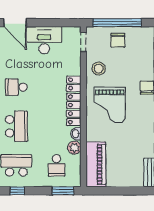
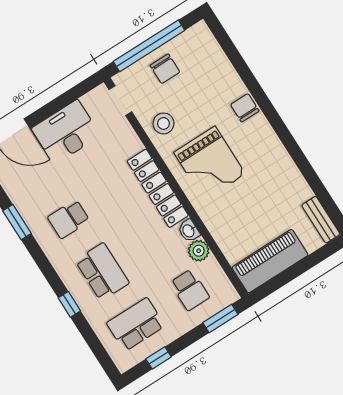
piano: (96, 164) -> (270, 261), moved, turned -90

